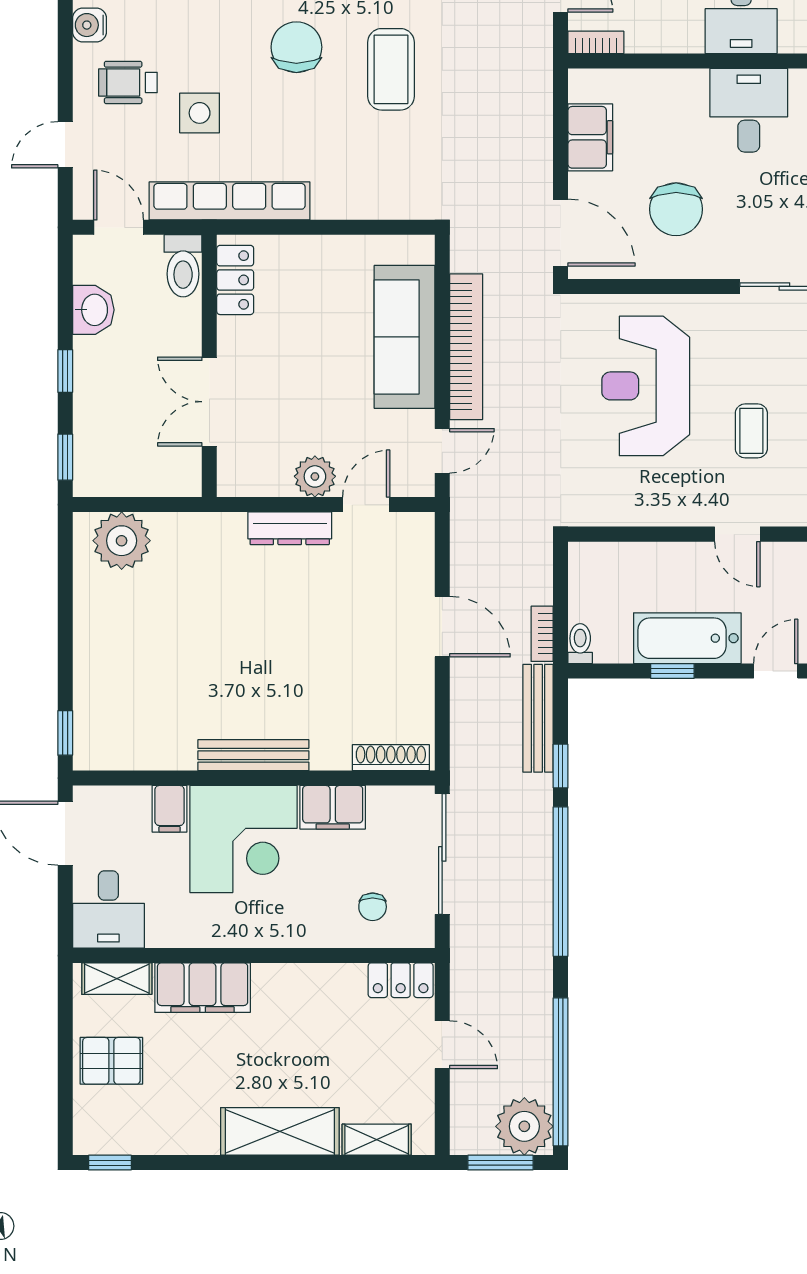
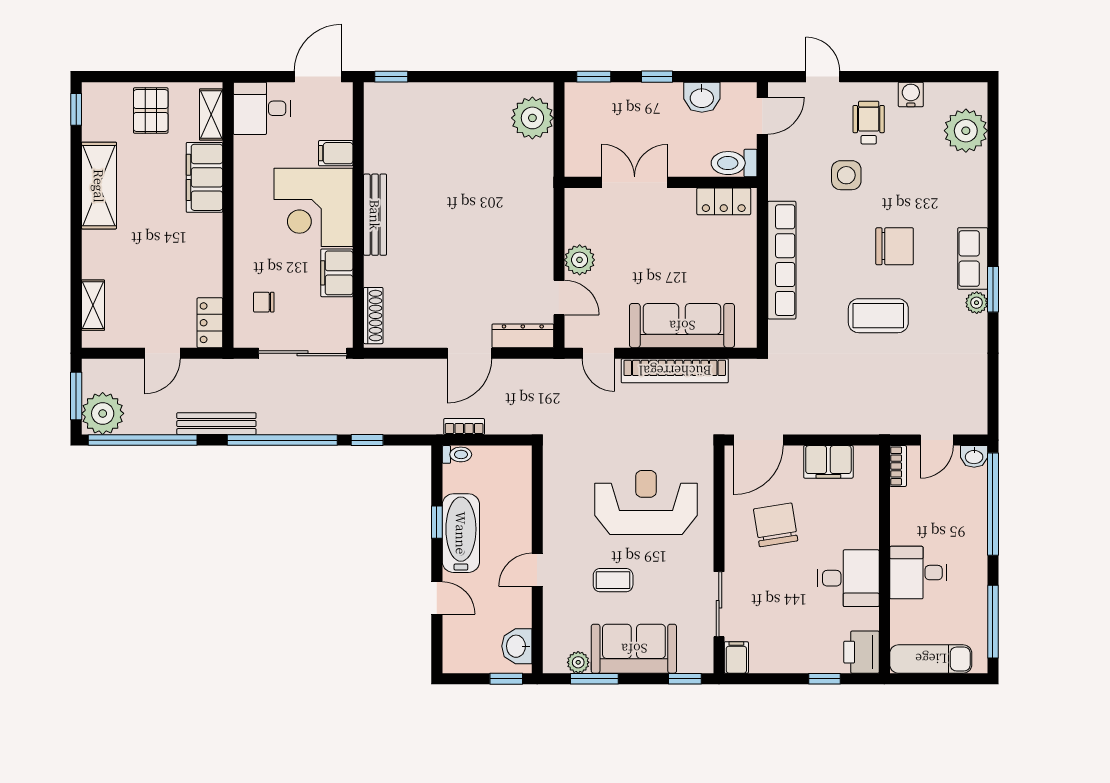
row of seats: (230, 201) -> (782, 260), moved
chair: (676, 209) -> (776, 525), turned 81
dresser: (290, 528) -> (523, 336), moved, turned 90
bench: (538, 718) -> (216, 424), moved
shelving: (280, 1131) -> (99, 186), moved

